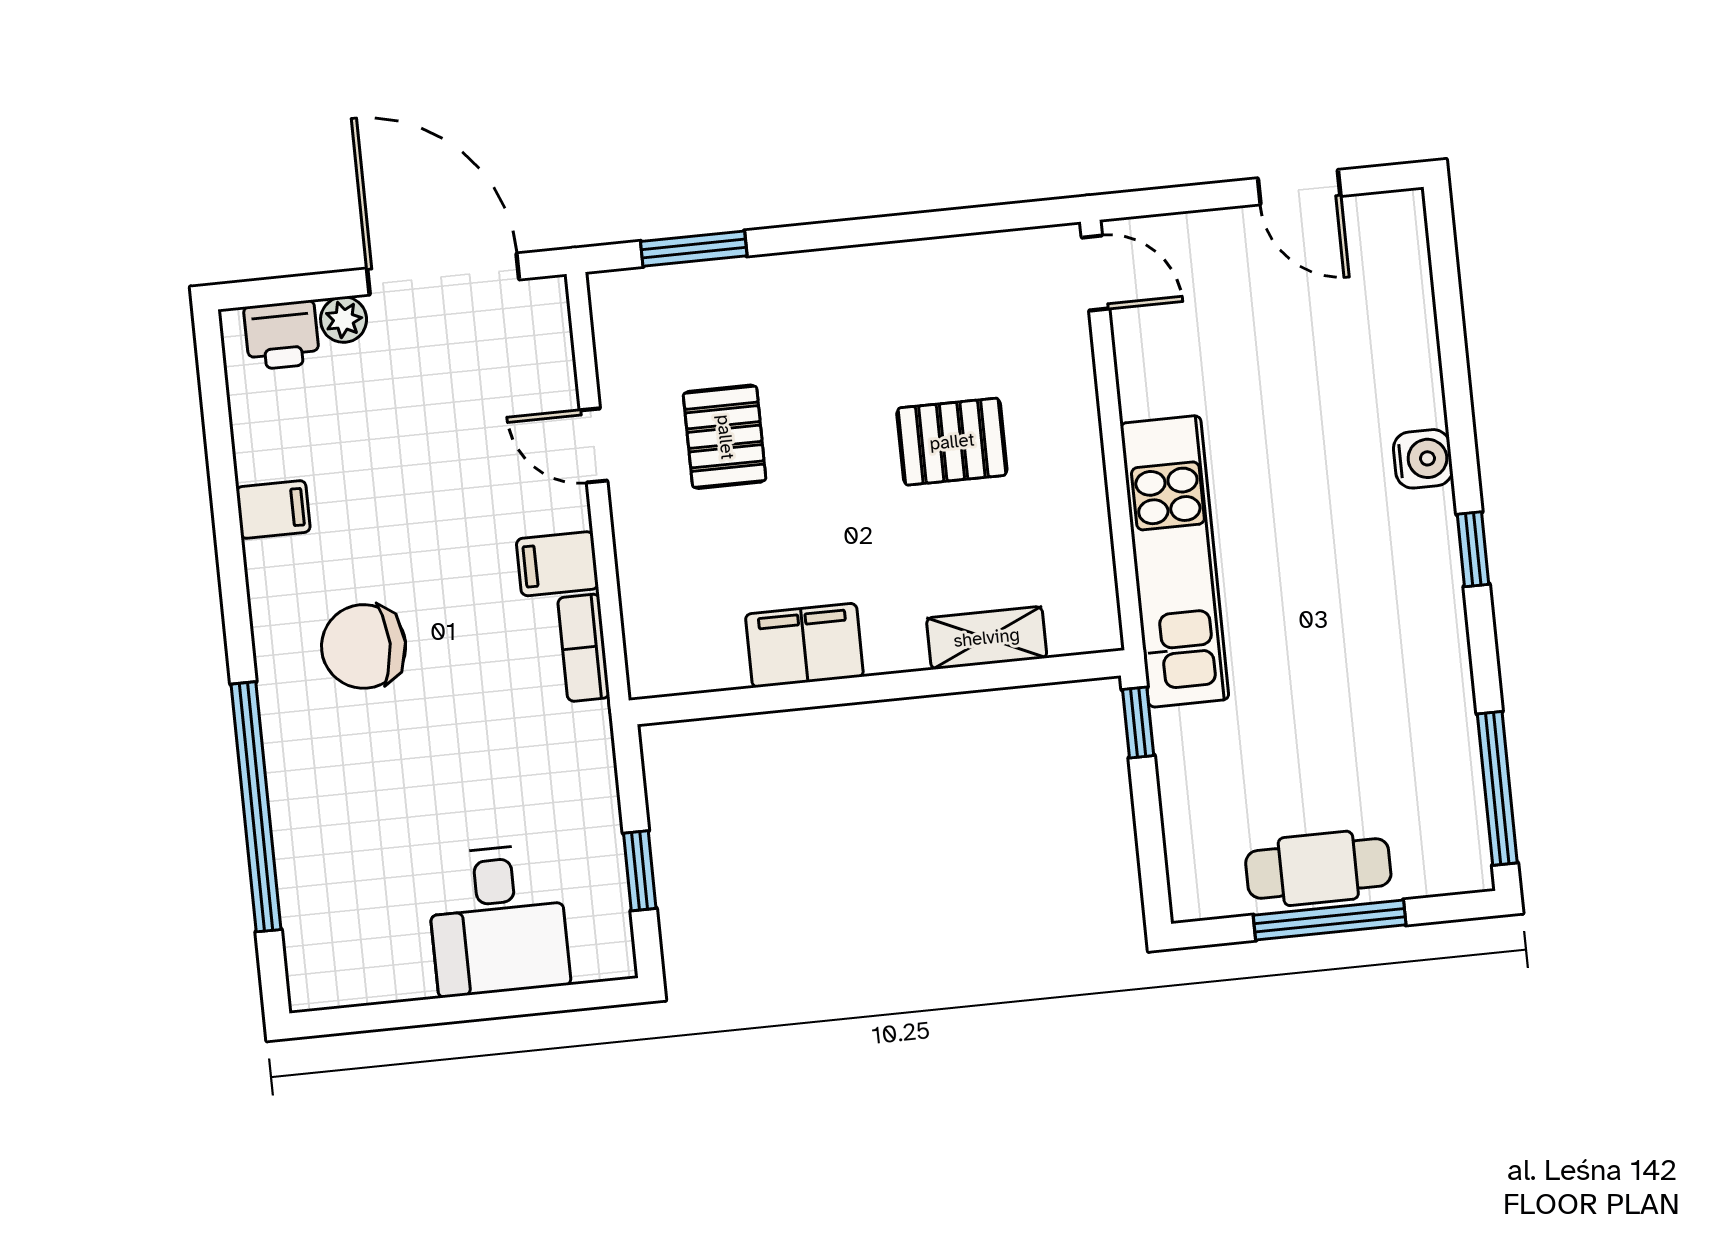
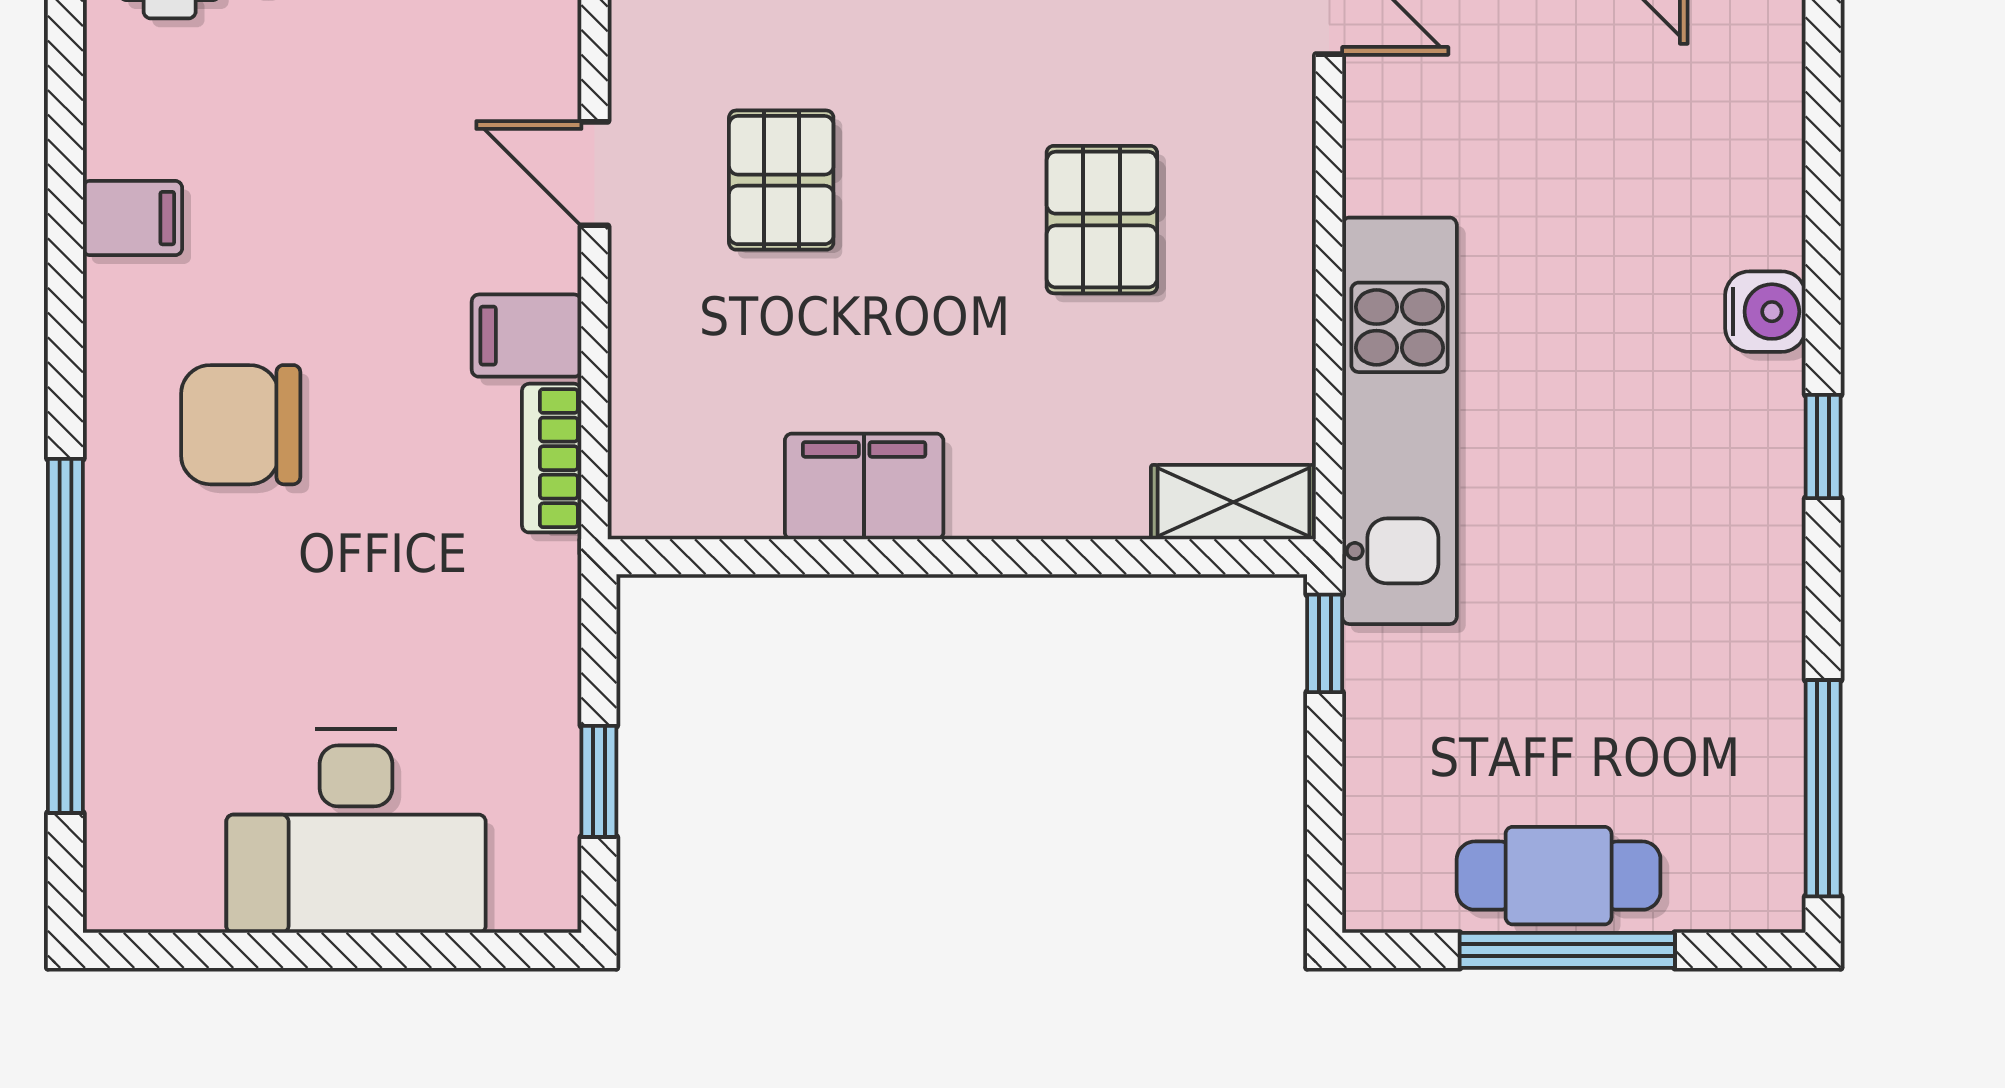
pallet: (952, 442) -> (1102, 220), turned 90
shelving: (987, 638) -> (1233, 502), moved
desk: (498, 920) -> (356, 831), width x1.37

